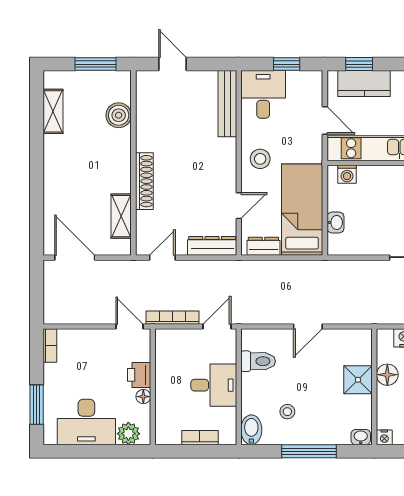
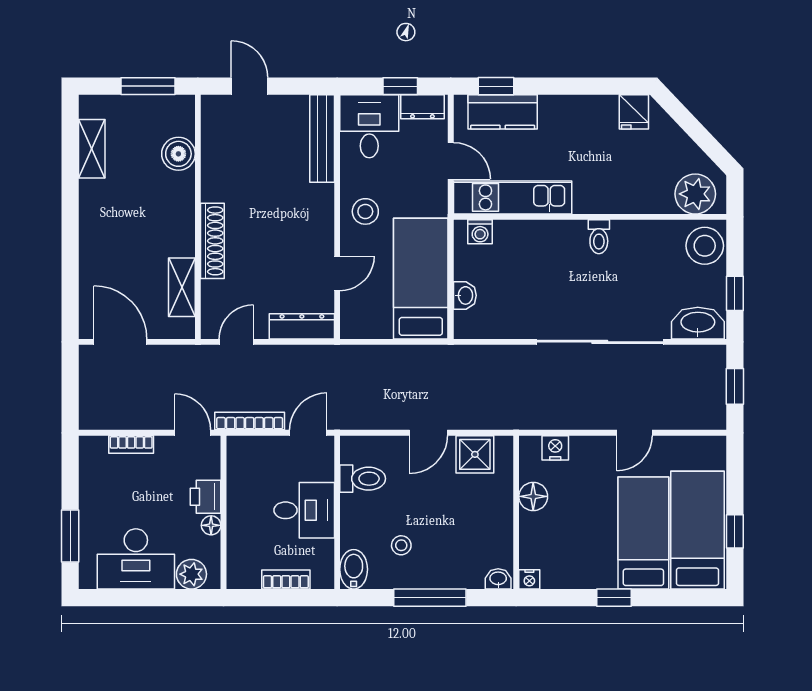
dresser: (263, 246) -> (422, 107), moved, turned 180
bookcase: (50, 346) -> (131, 445), moved, turned 90
shower: (358, 380) -> (475, 454), moved

